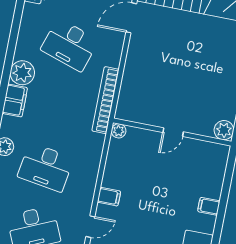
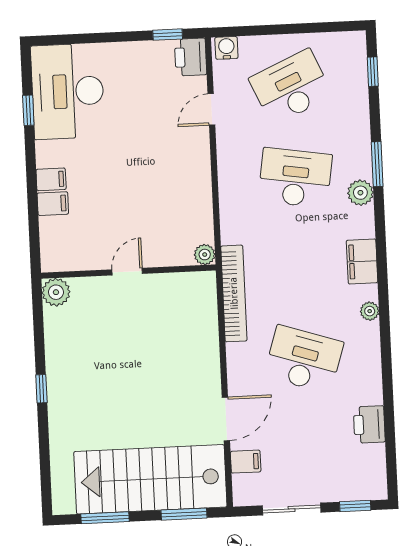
plant: (22, 73) -> (370, 311), width x0.53, depth x0.53
filing cabinet: (109, 197) -> (53, 204), moved, turned 180

